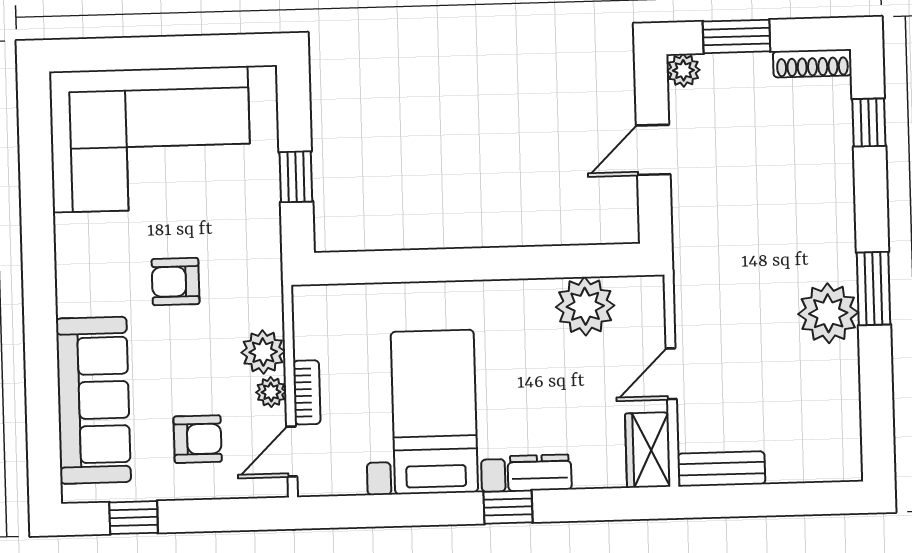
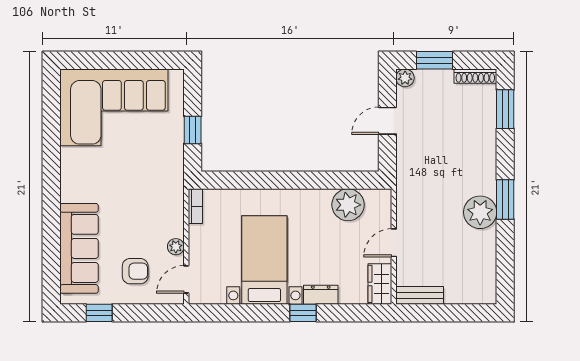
window: (869, 123) -> (505, 109), width x1.50
armchair: (176, 282) -> (126, 185), removed
plant: (263, 352) -> (172, 225), removed
bookcase: (307, 392) -> (195, 206), moved

